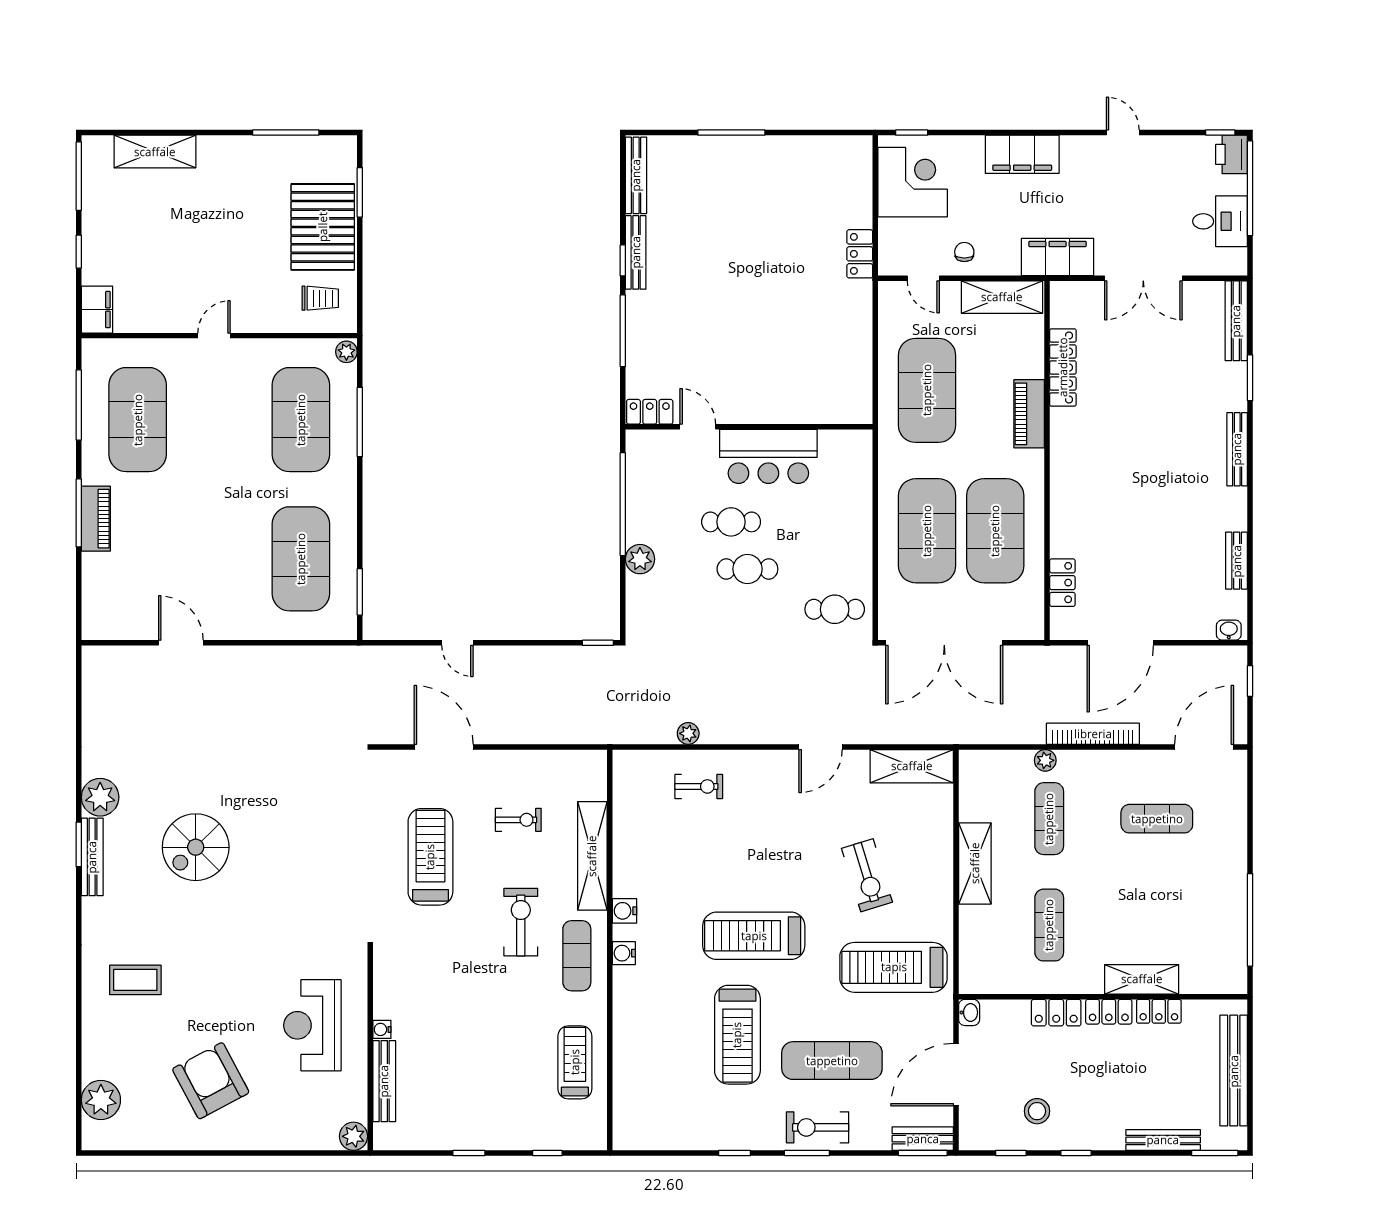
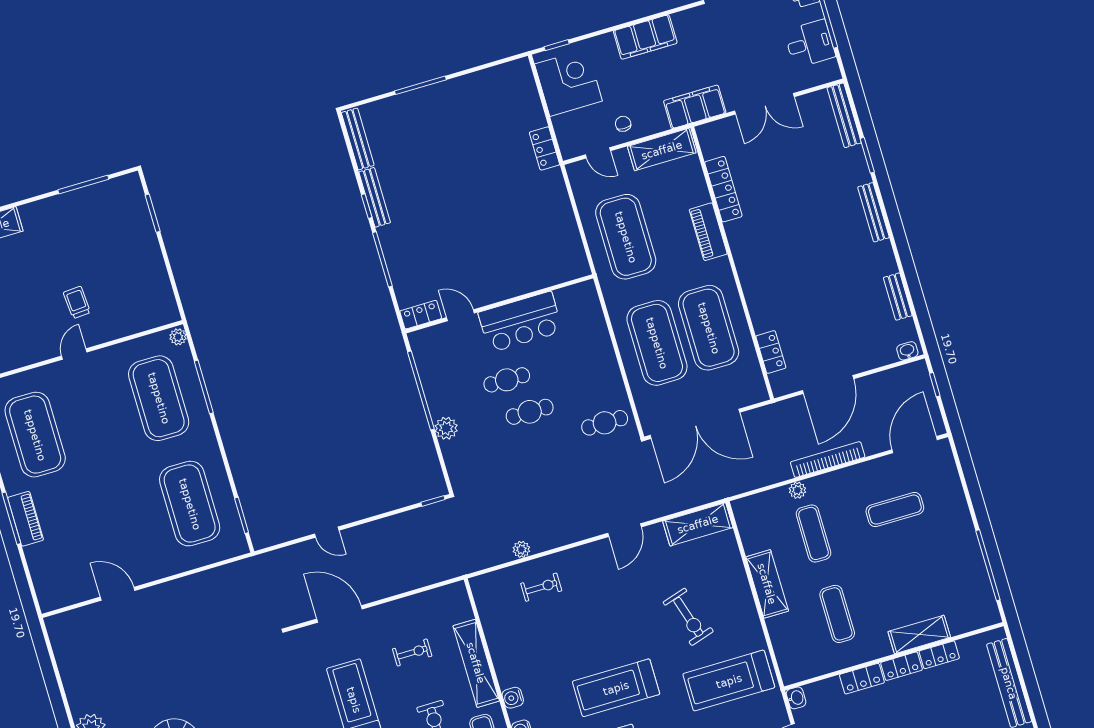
pallet: (323, 227) -> (132, 248), removed
trolley: (320, 298) -> (77, 302), moved, turned -94

